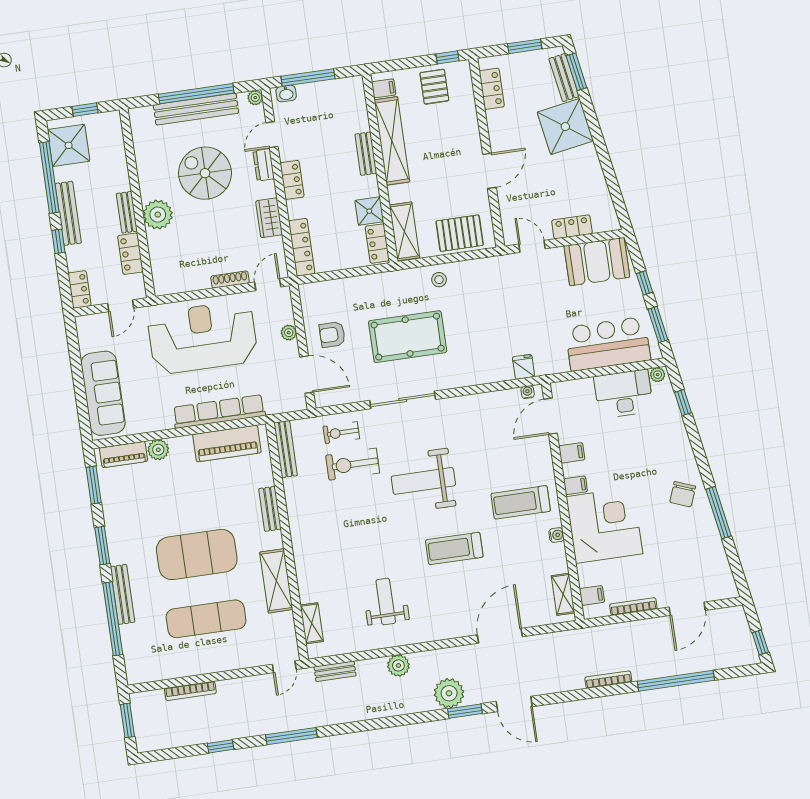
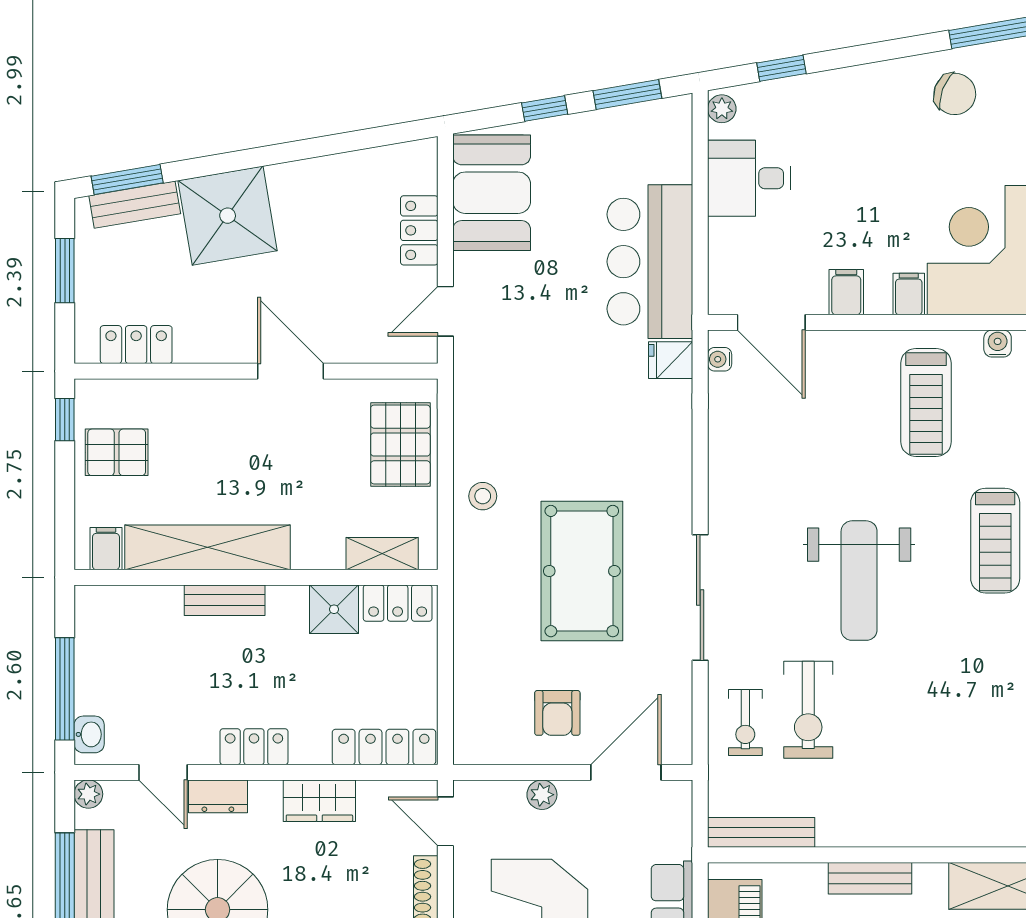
shelving: (404, 231) -> (382, 554), width x0.67, depth x0.75
bar counter: (608, 344) -> (650, 262), moved
desk: (624, 394) -> (749, 178), width x0.73

